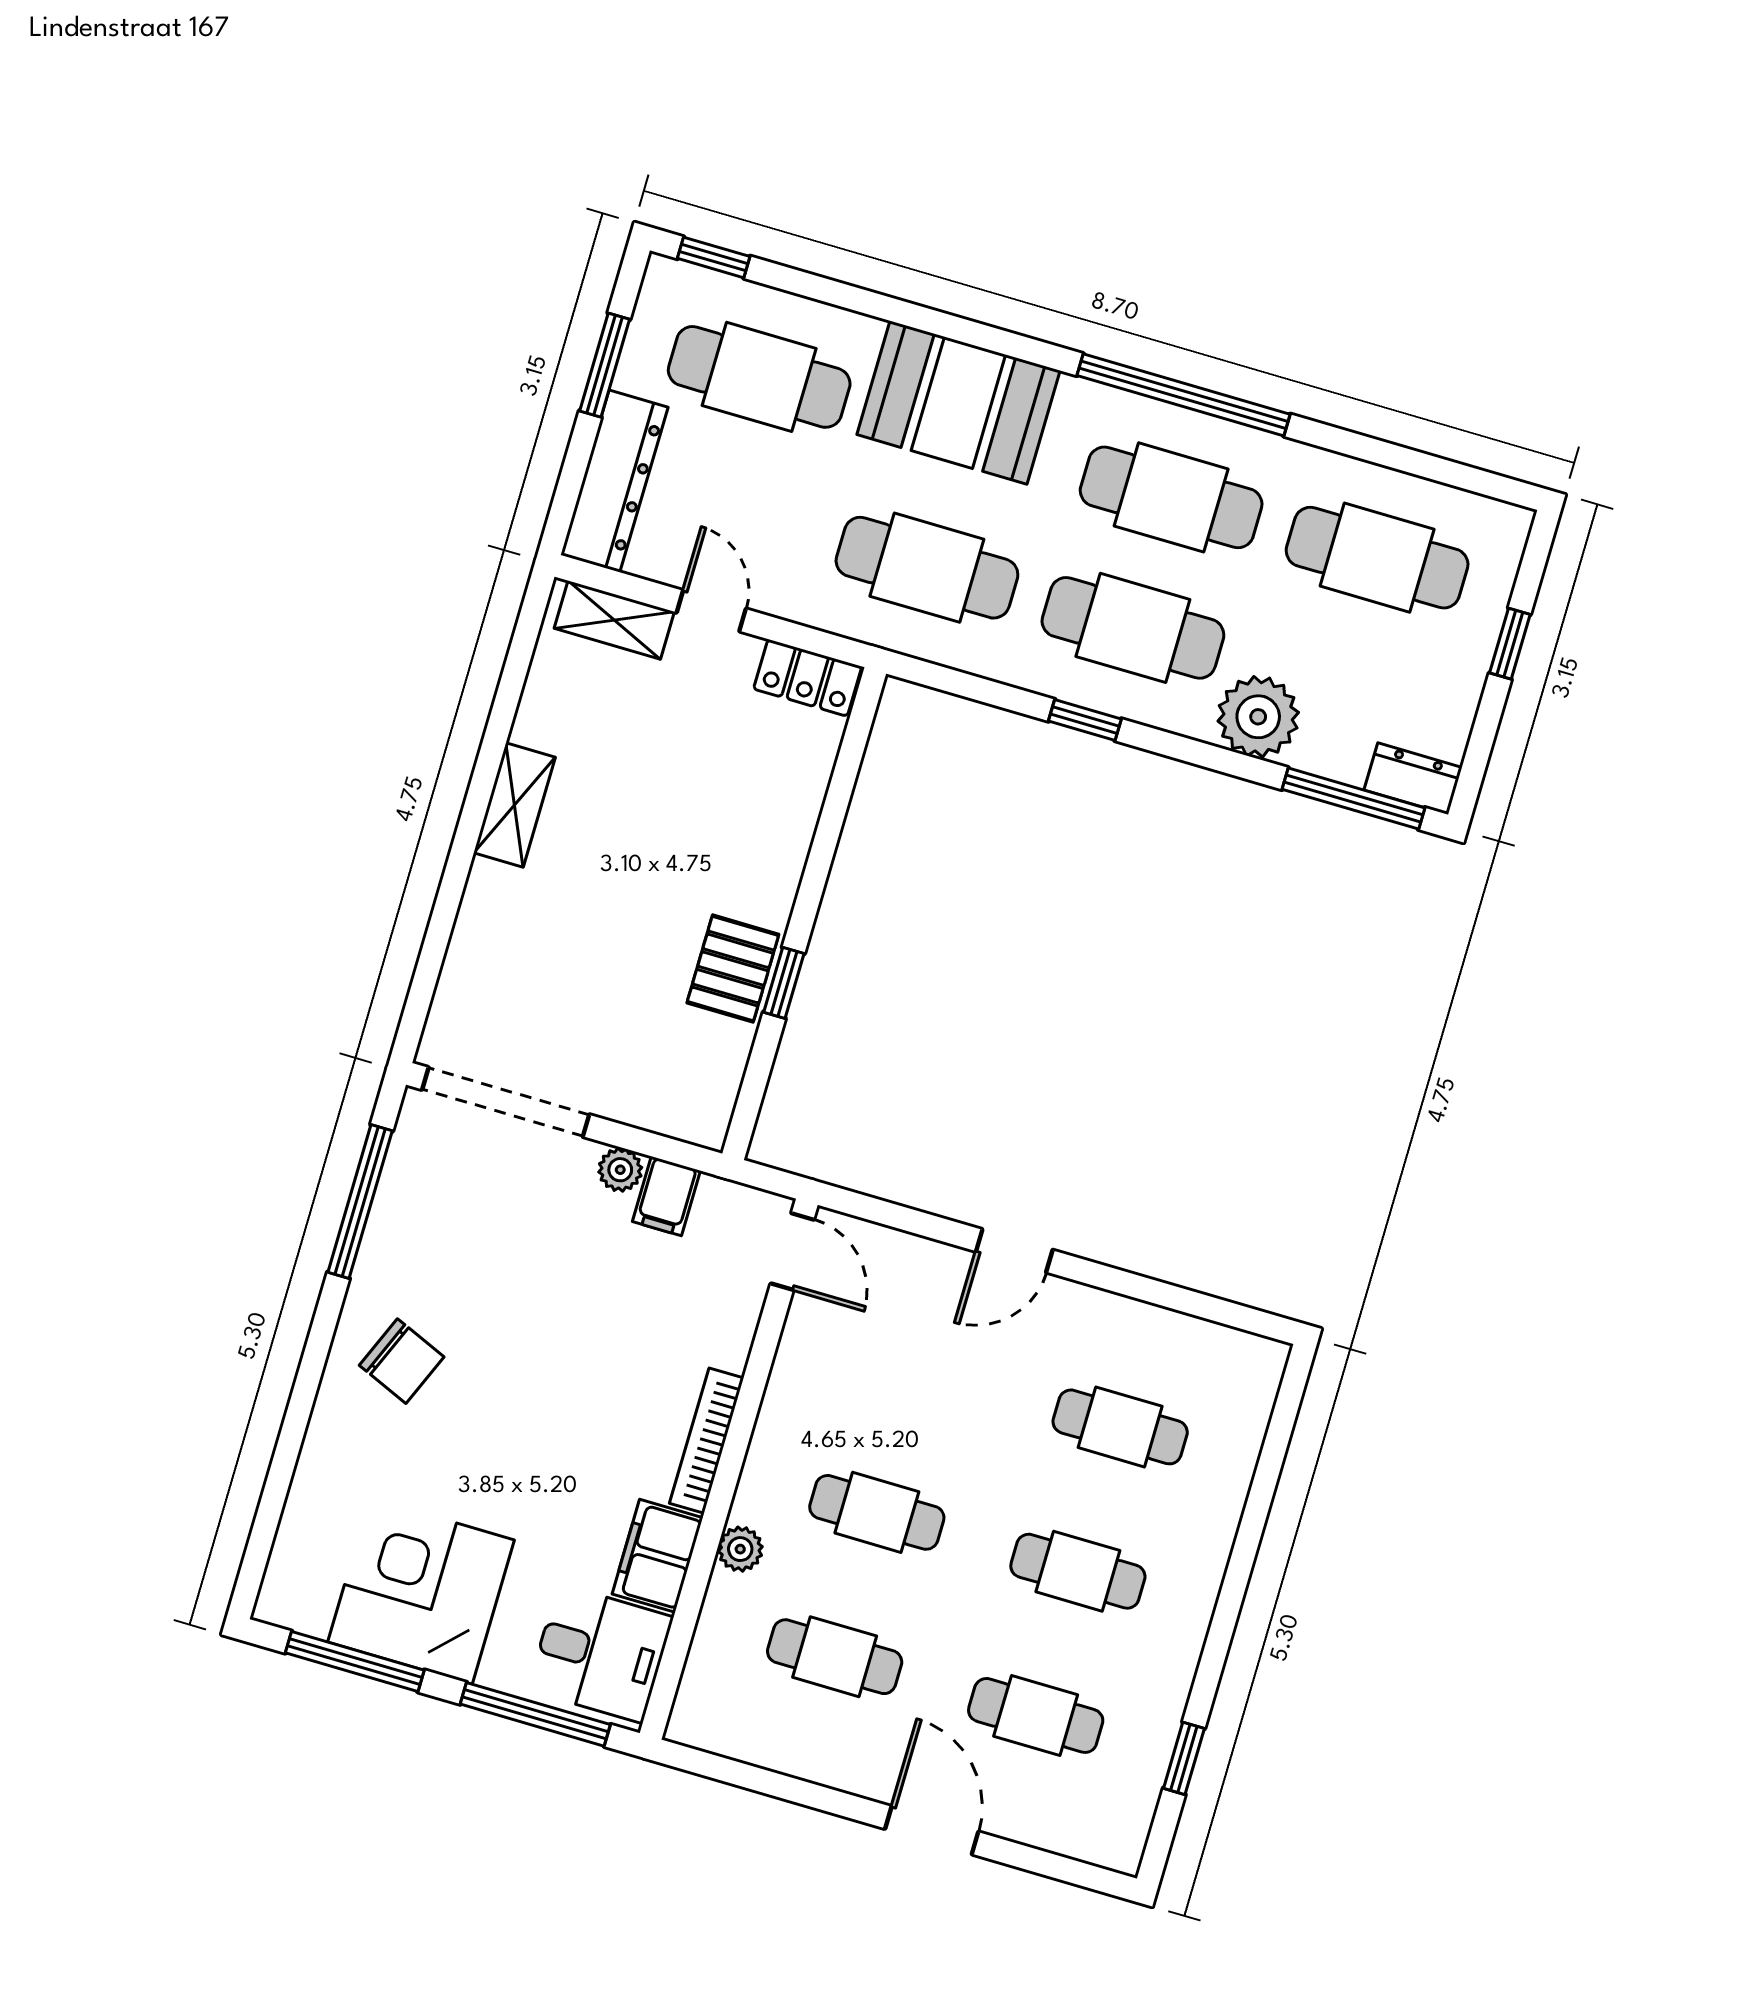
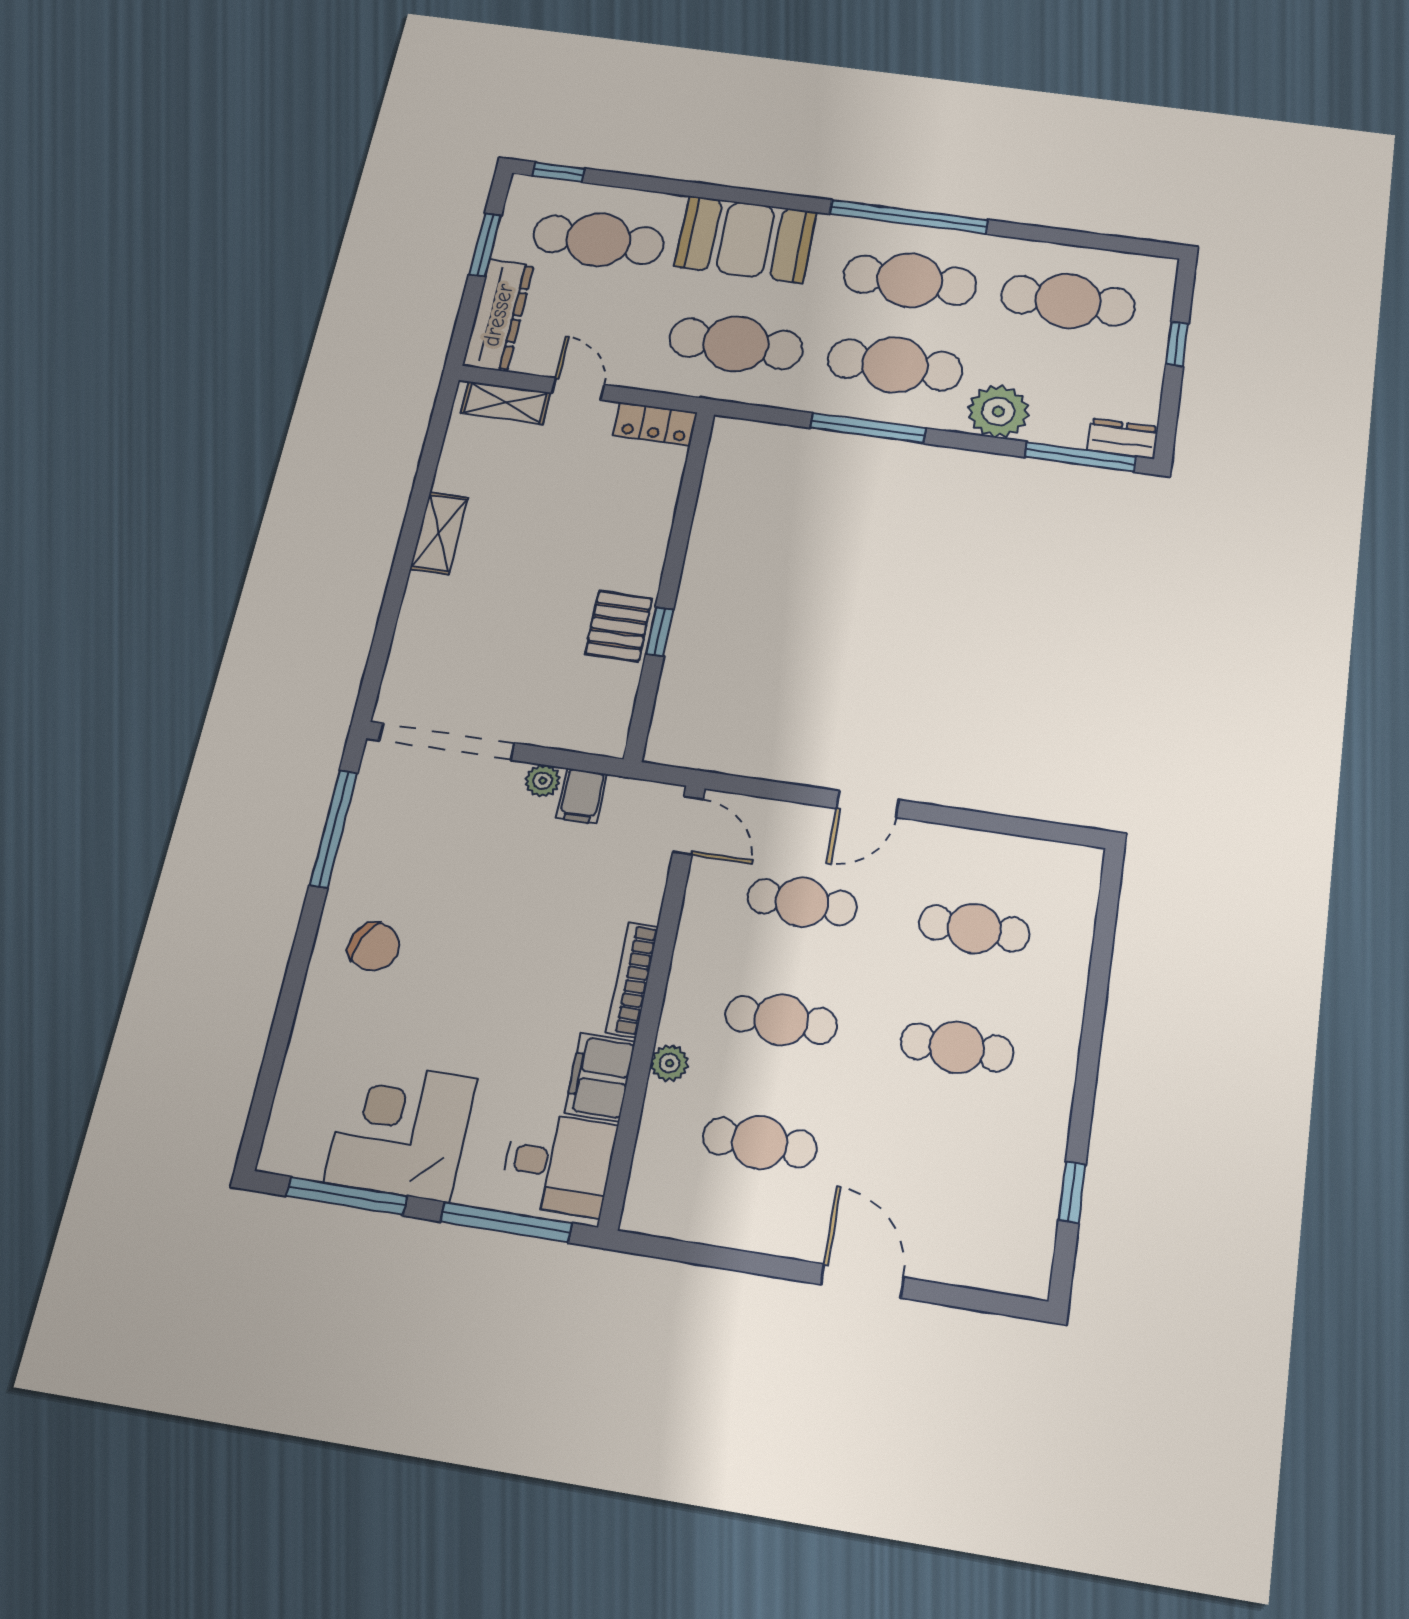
window: (1085, 720) -> (868, 428), width x2.17
cafe table: (1036, 1715) -> (802, 902), moved

